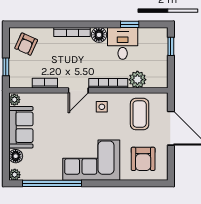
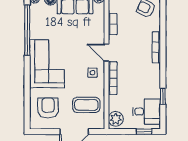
floor lamp: (99, 35) -> (154, 70), removed
desk: (123, 43) -> (147, 112), moved
plant: (137, 80) -> (116, 119), moved
armchair: (143, 159) -> (48, 108), turned 89

